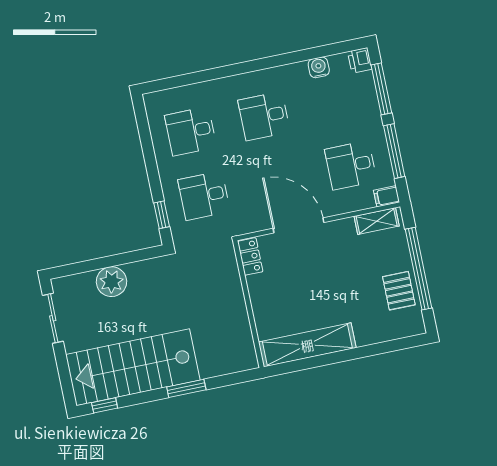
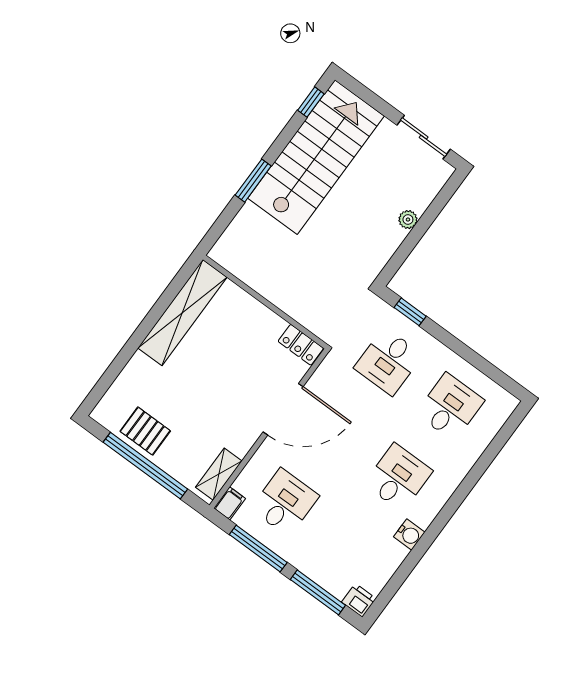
water cooler: (319, 67) -> (409, 535), moved
desk: (204, 196) -> (388, 361), turned 180
plant: (112, 282) -> (408, 220), width x0.53, depth x0.53

